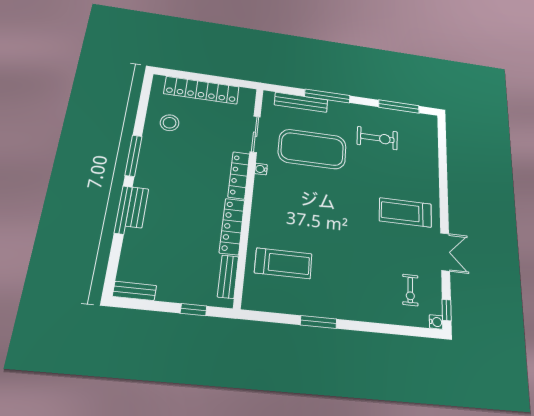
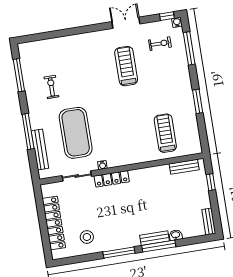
exercise bike: (377, 138) -> (51, 87), width x0.73, depth x0.72
treadmill: (405, 212) -> (126, 66), moved, turned 180
locker: (232, 226) -> (150, 173), removed
washbasin: (131, 237) -> (176, 235), added
window: (397, 330) -> (189, 48), added

